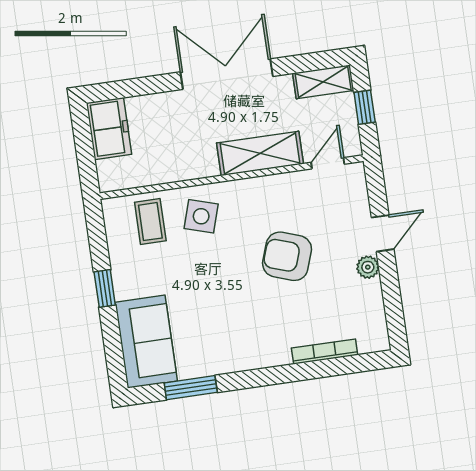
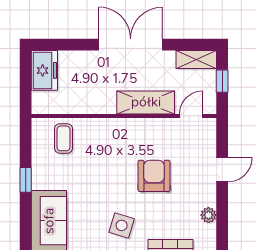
side table: (201, 216) -> (122, 225), moved
armchair: (287, 256) -> (154, 176), turned 71
plant: (368, 267) -> (208, 215), moved

